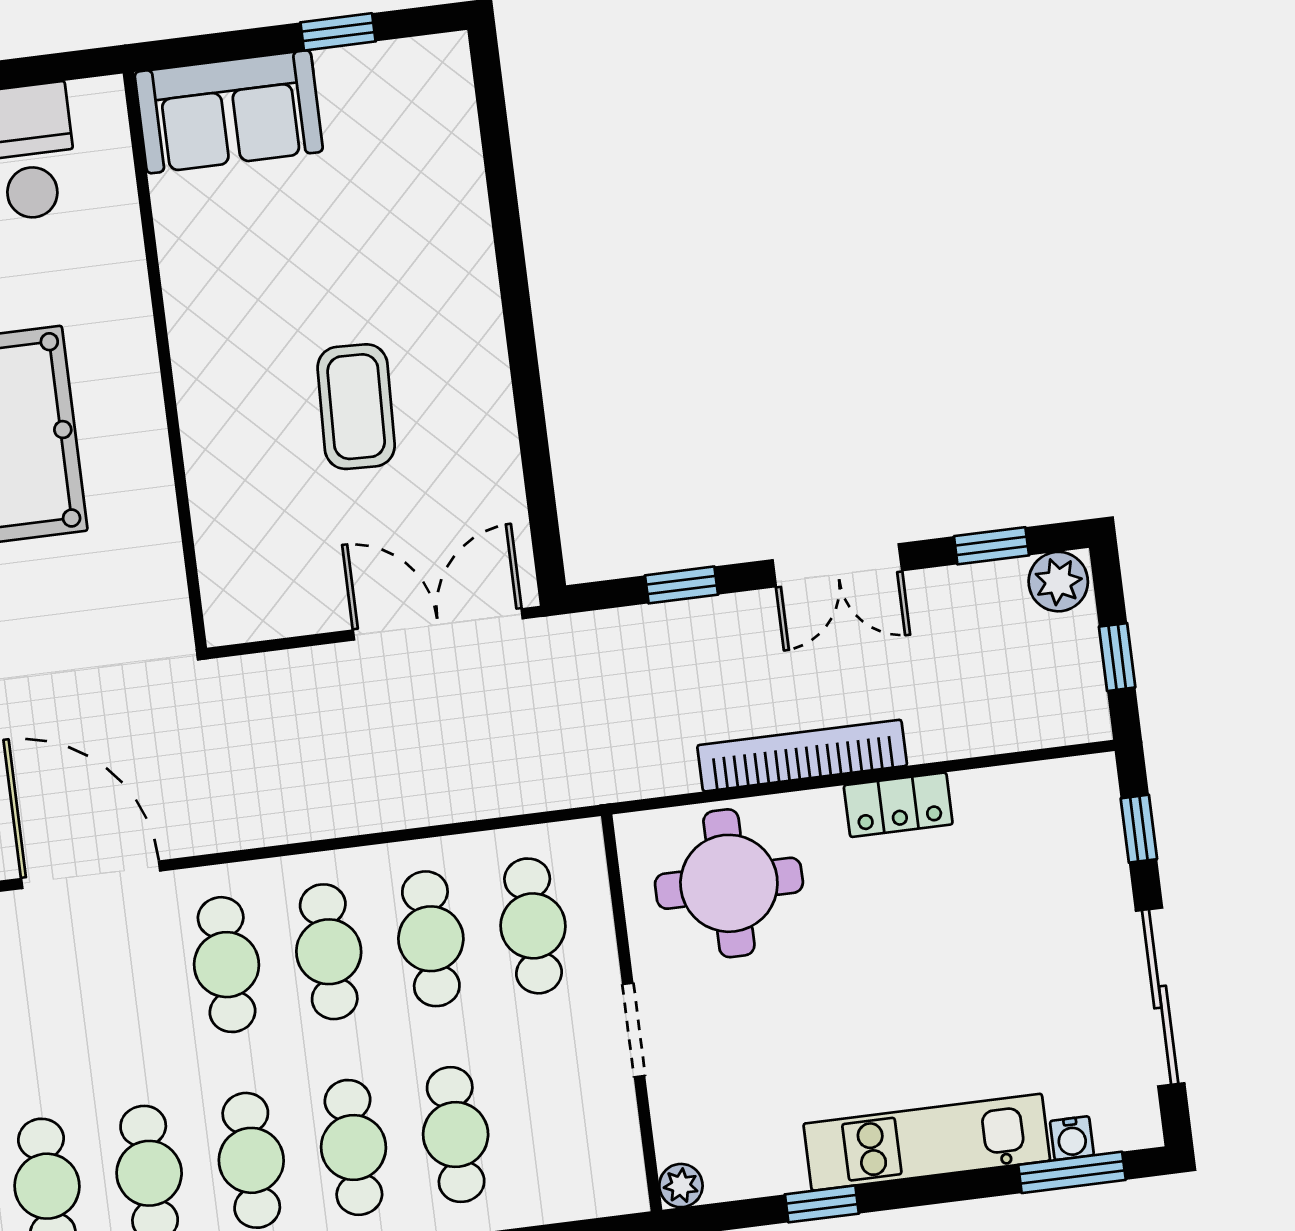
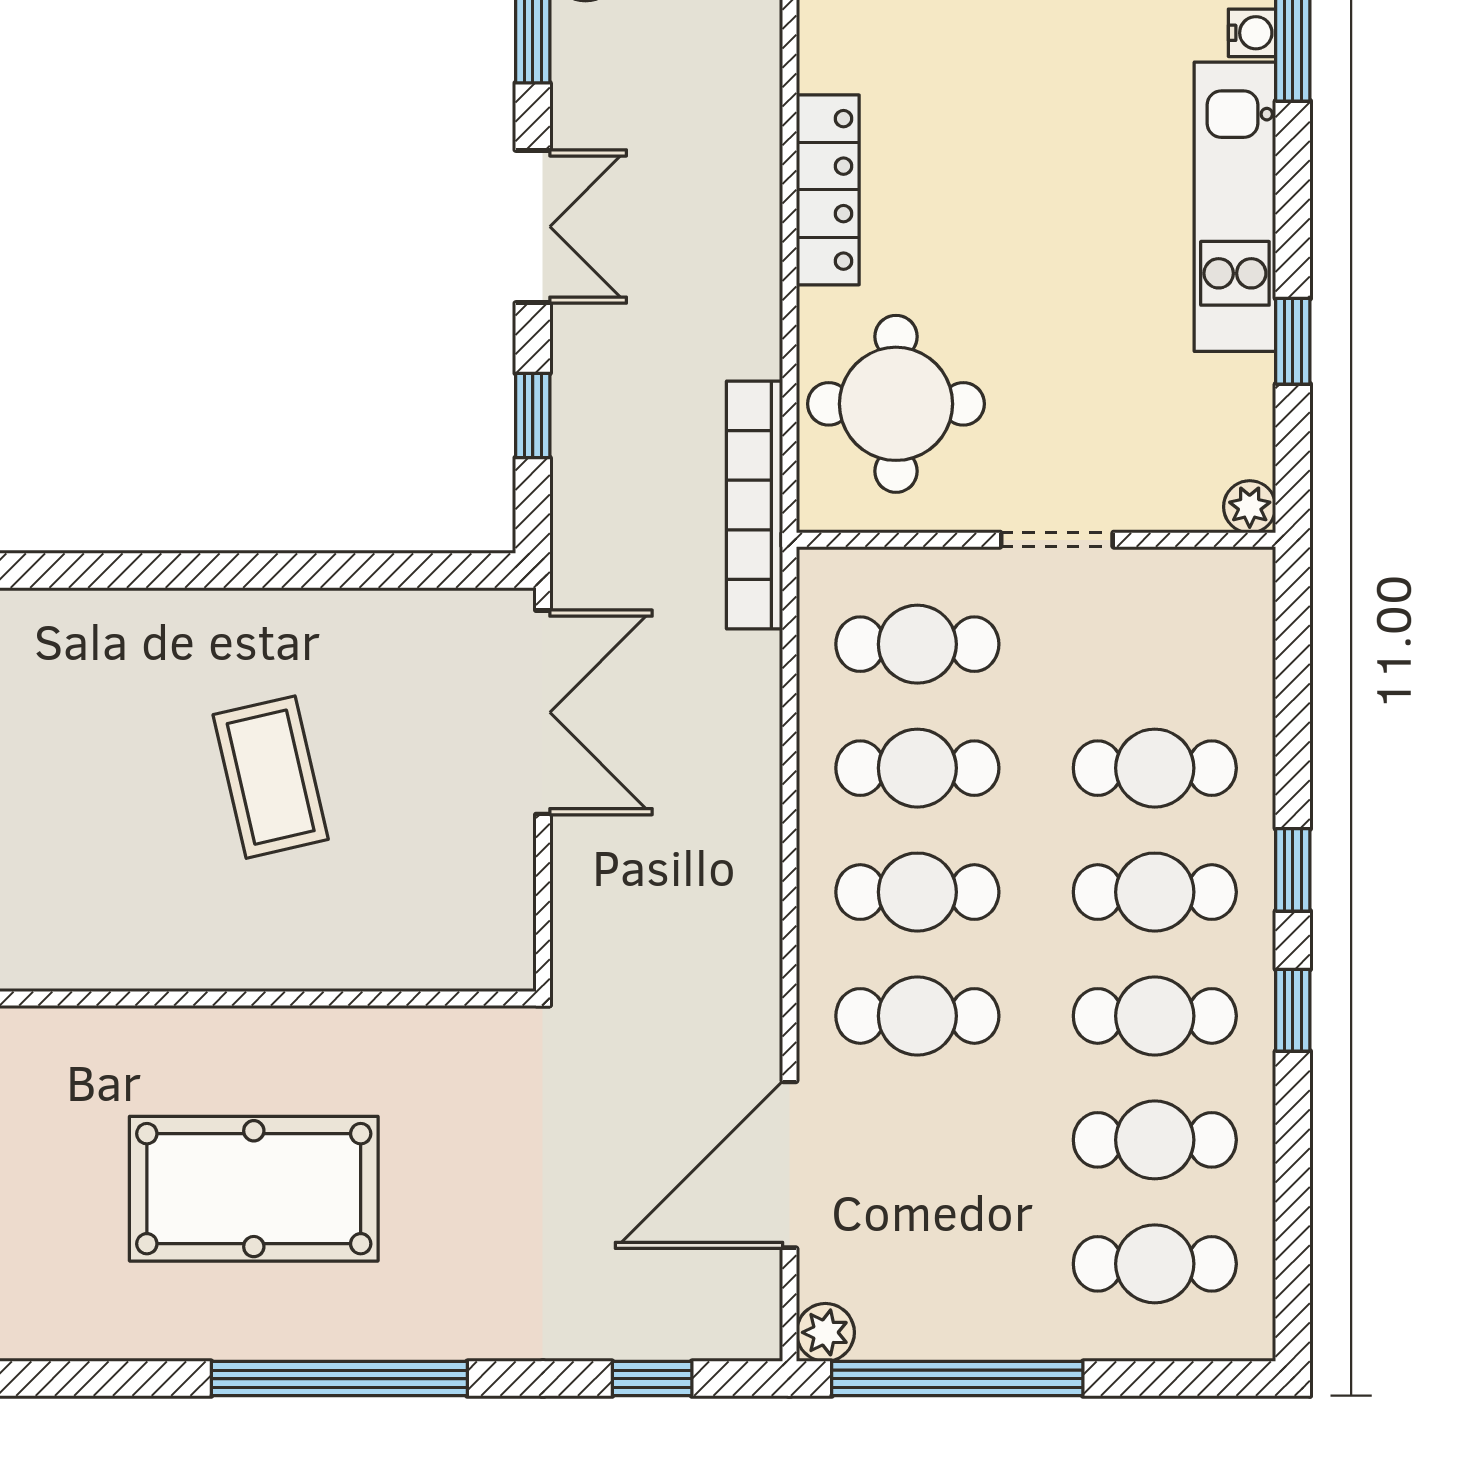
coffee table: (356, 407) -> (271, 777), turned 75
double door: (438, 624) -> (543, 712), swing flipped
bookcase: (802, 756) -> (755, 505), moved
locker: (898, 805) -> (828, 190), width x1.53

